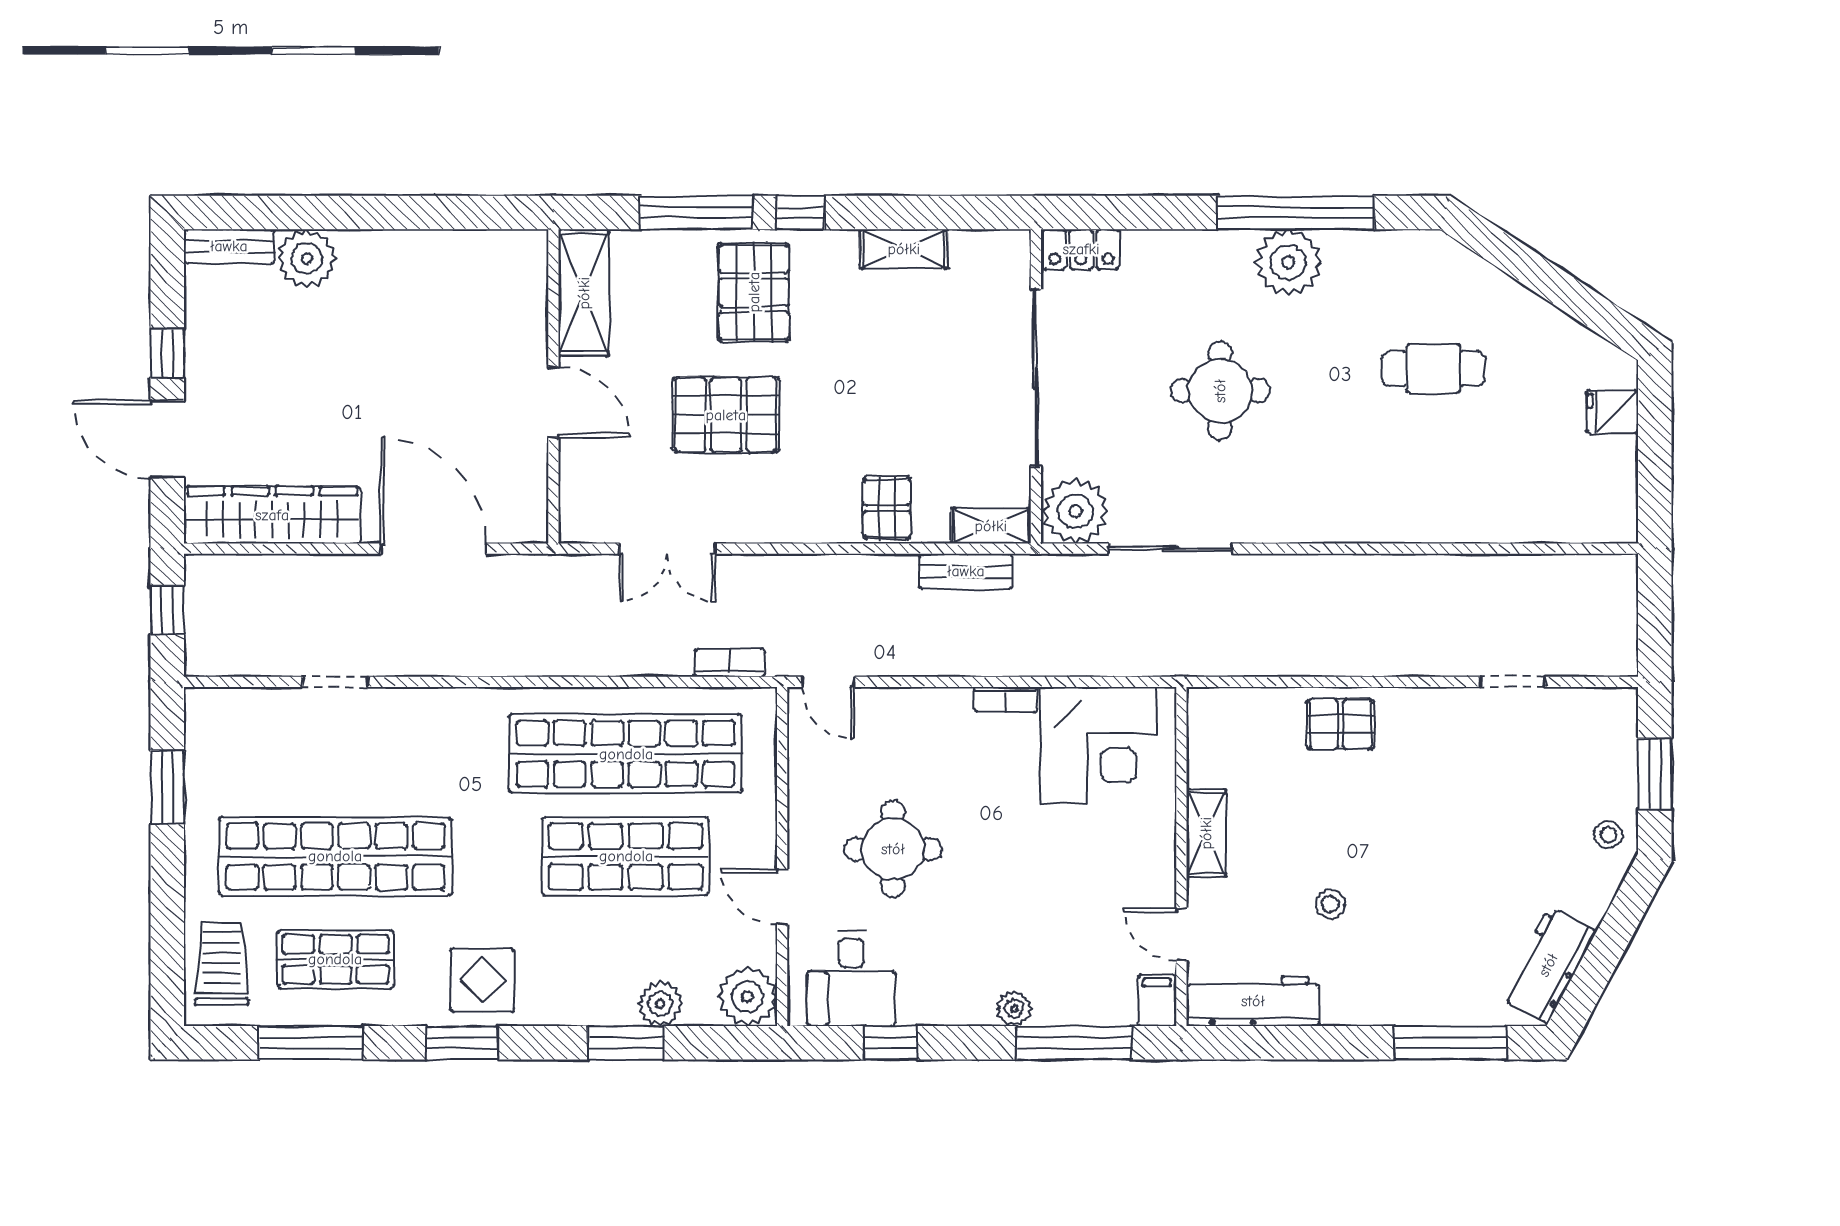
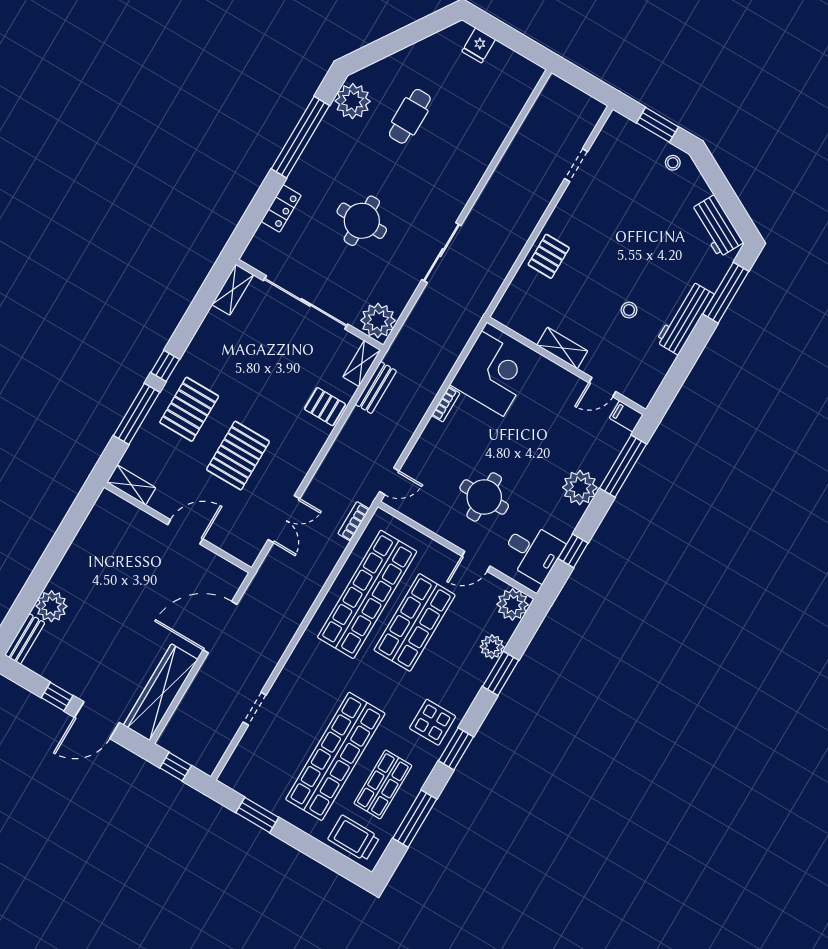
shelving: (904, 249) -> (233, 290), moved
locker: (1081, 249) -> (281, 208), moved
plant: (1288, 262) -> (353, 101), moved
pallet: (754, 292) -> (189, 409), turned 90
shelving: (584, 293) -> (131, 485), width x0.67, depth x0.75
sliding door: (1170, 549) -> (441, 253), moved
workbench: (1253, 1001) -> (685, 318), moved
plant: (1014, 1009) -> (580, 488), width x1.88, depth x1.88

